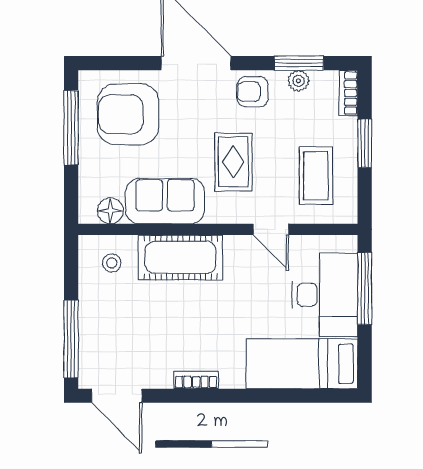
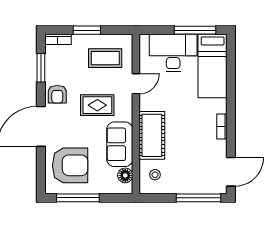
plant: (298, 81) -> (51, 68), removed
armchair: (128, 114) -> (70, 165), turned -90
window: (365, 288) -> (195, 30), moved

